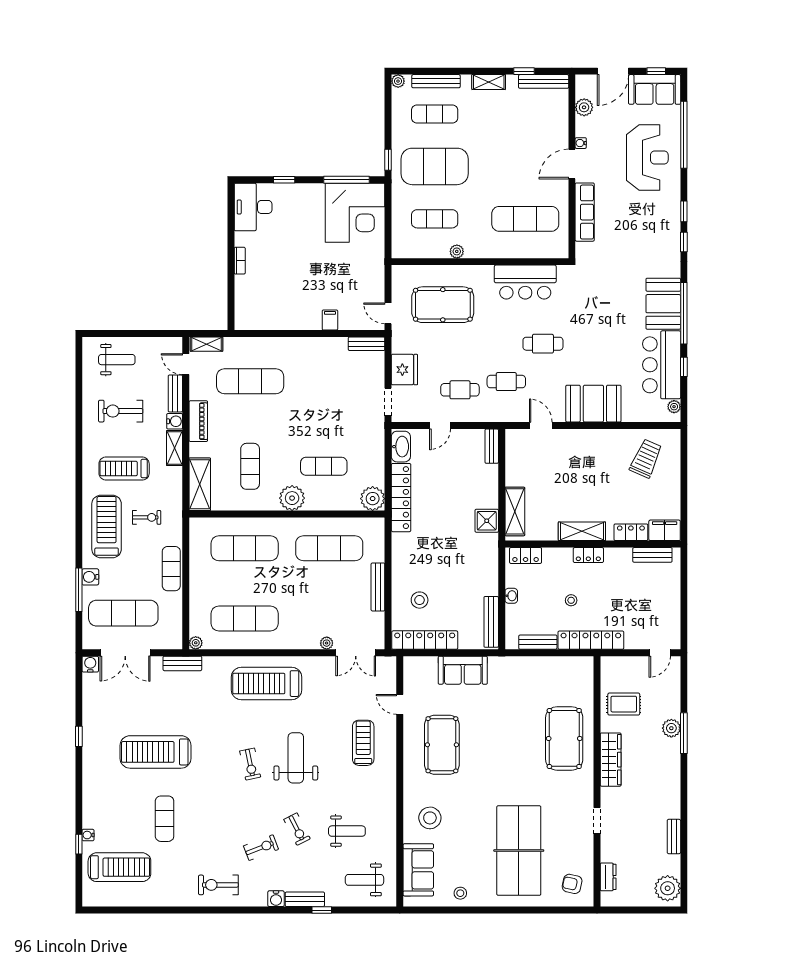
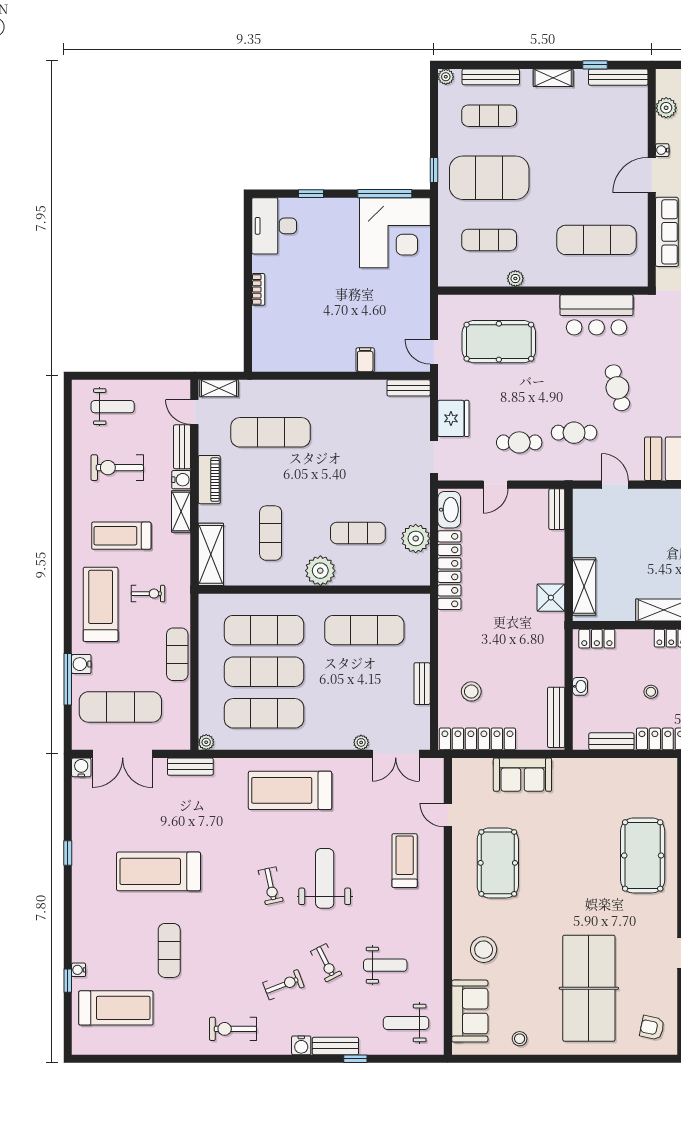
cafe table: (543, 344) -> (617, 388), turned 75
plant: (373, 499) -> (416, 538), moved
exercise mat: (245, 583) -> (264, 672), added
bench: (378, 587) -> (422, 684), width x0.73

